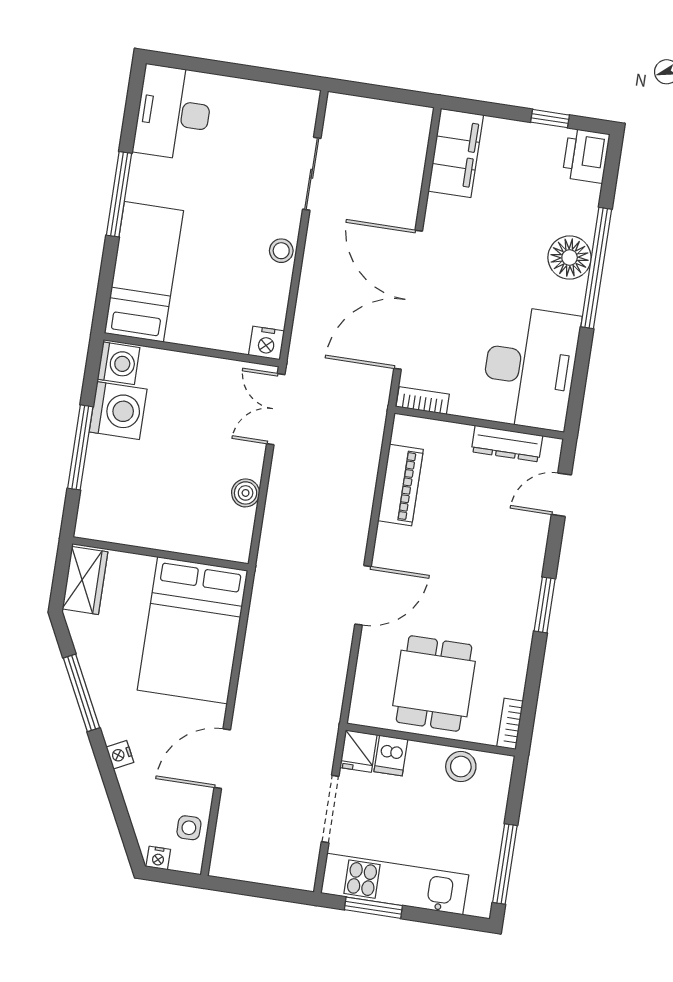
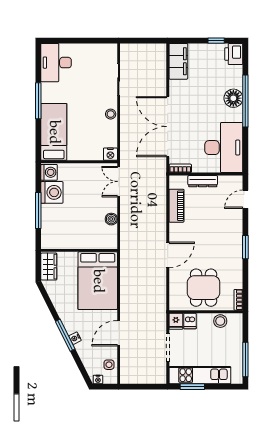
dresser: (507, 444) -> (203, 181), moved
window: (82, 693) -> (65, 335), moved

